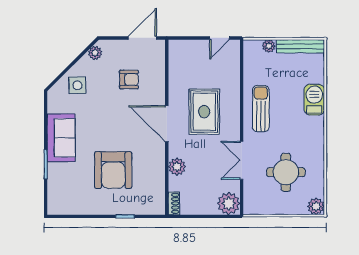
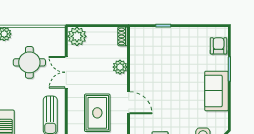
door: (167, 124) -> (129, 103), width x0.73
double door: (242, 160) -> (66, 72), swing flipped
armchair: (113, 170) -> (219, 46), moved, width x0.53, depth x0.53

